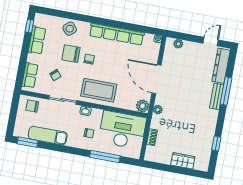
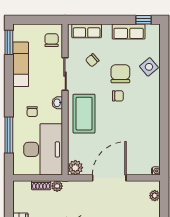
row of seats: (117, 34) -> (153, 122), removed
plant: (158, 110) -> (57, 186), moved

